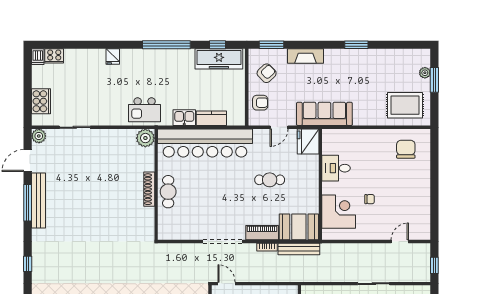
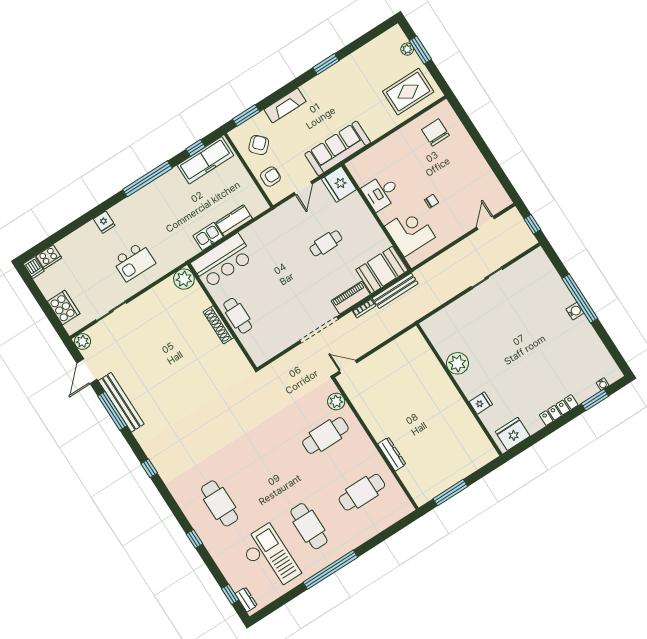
kitchen island: (145, 110) -> (134, 262), moved
bar counter: (205, 143) -> (222, 261), width x0.54

